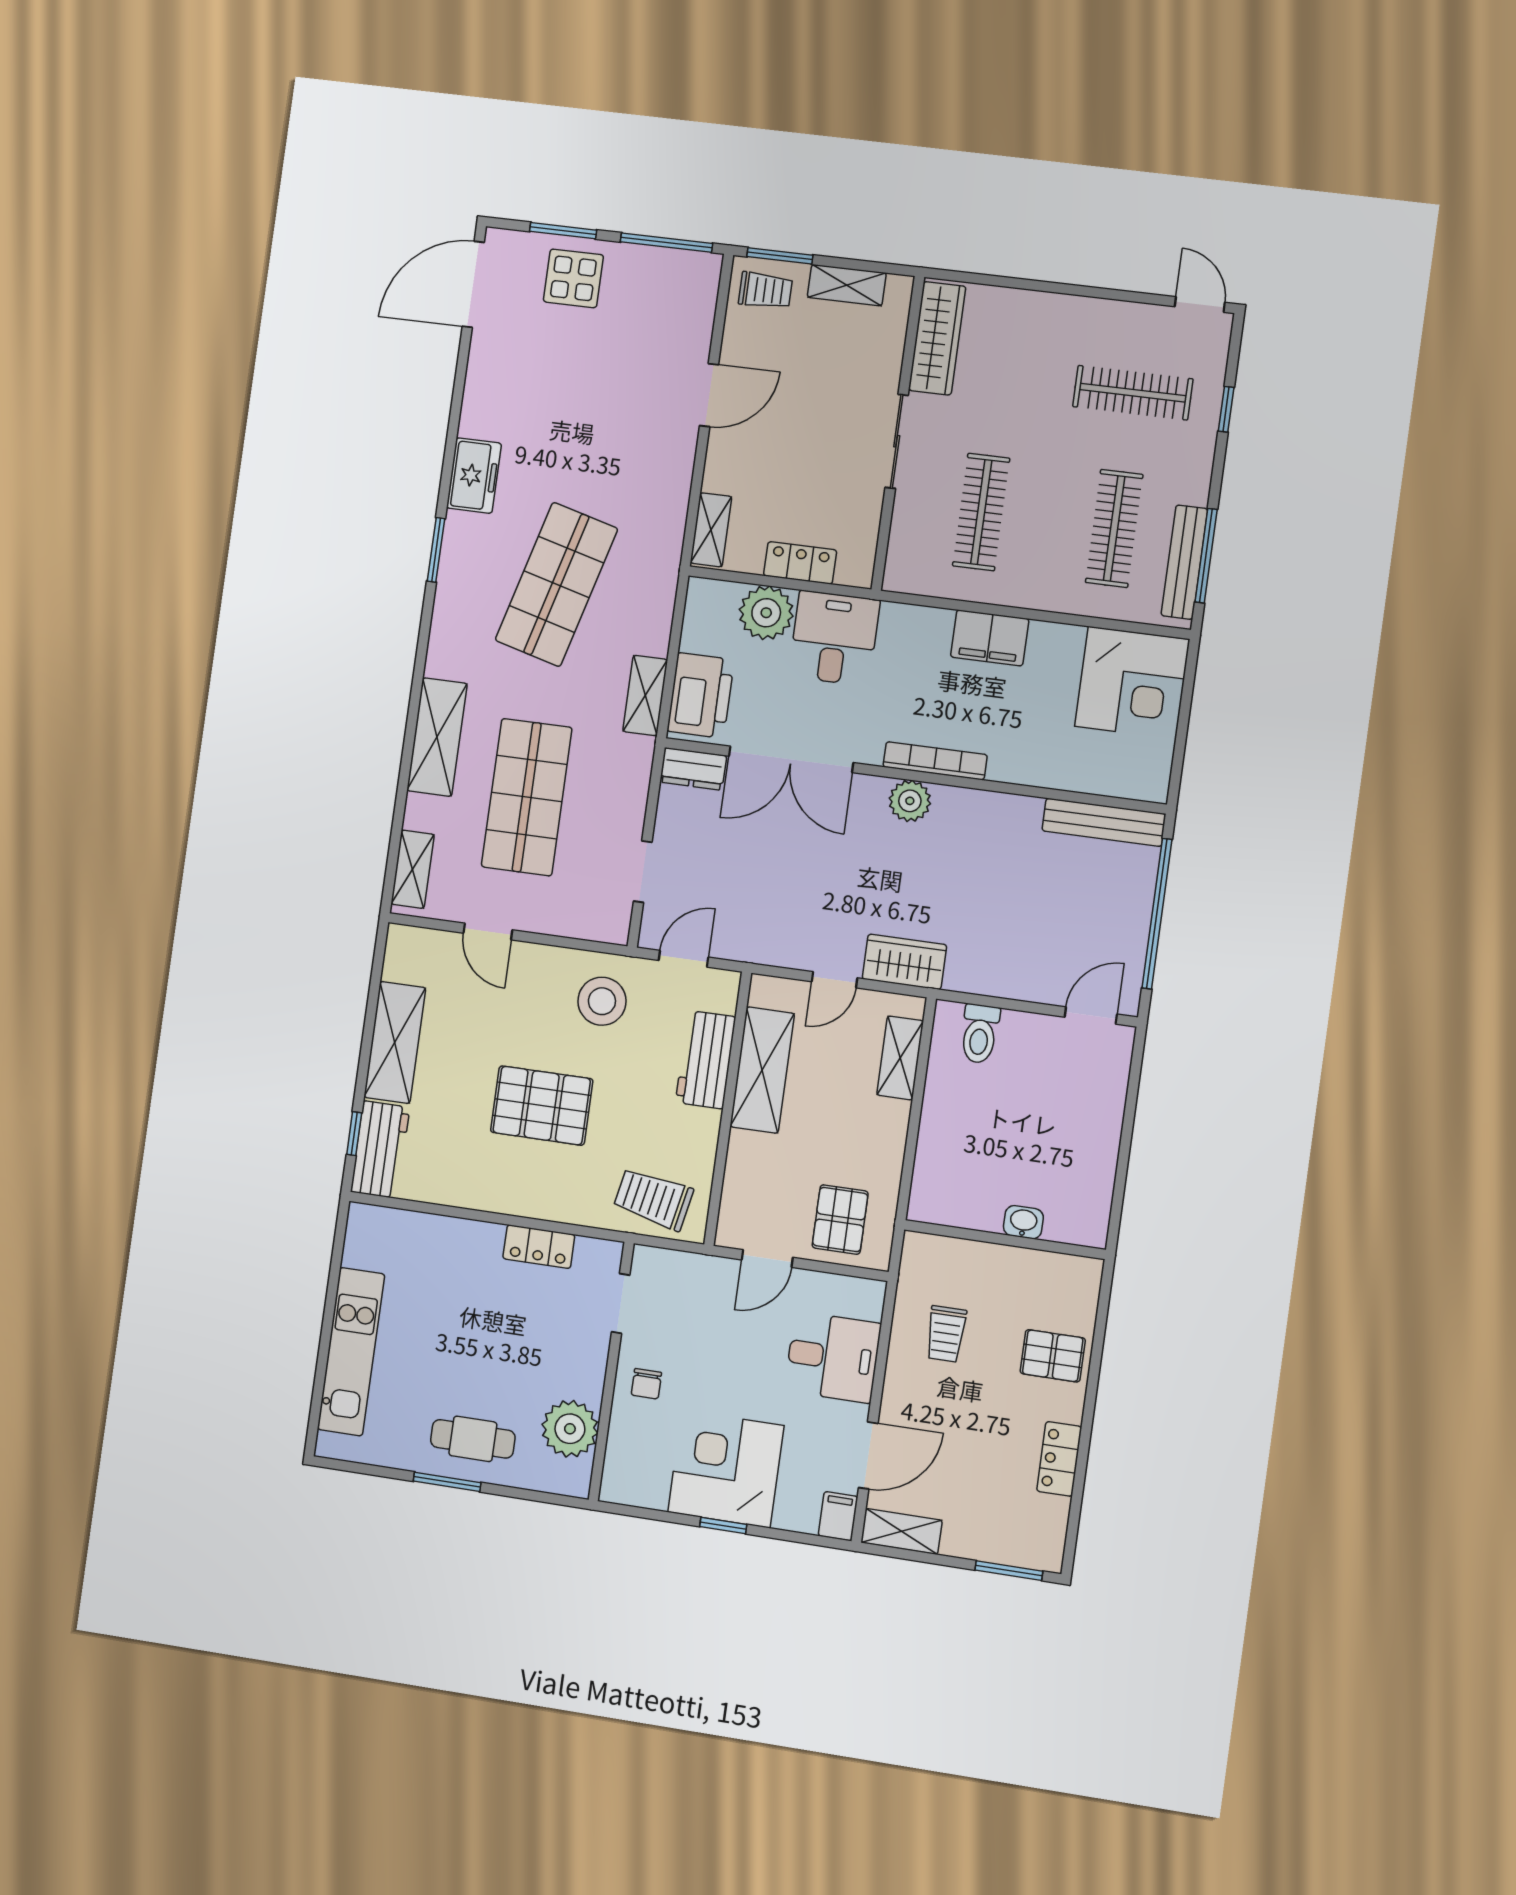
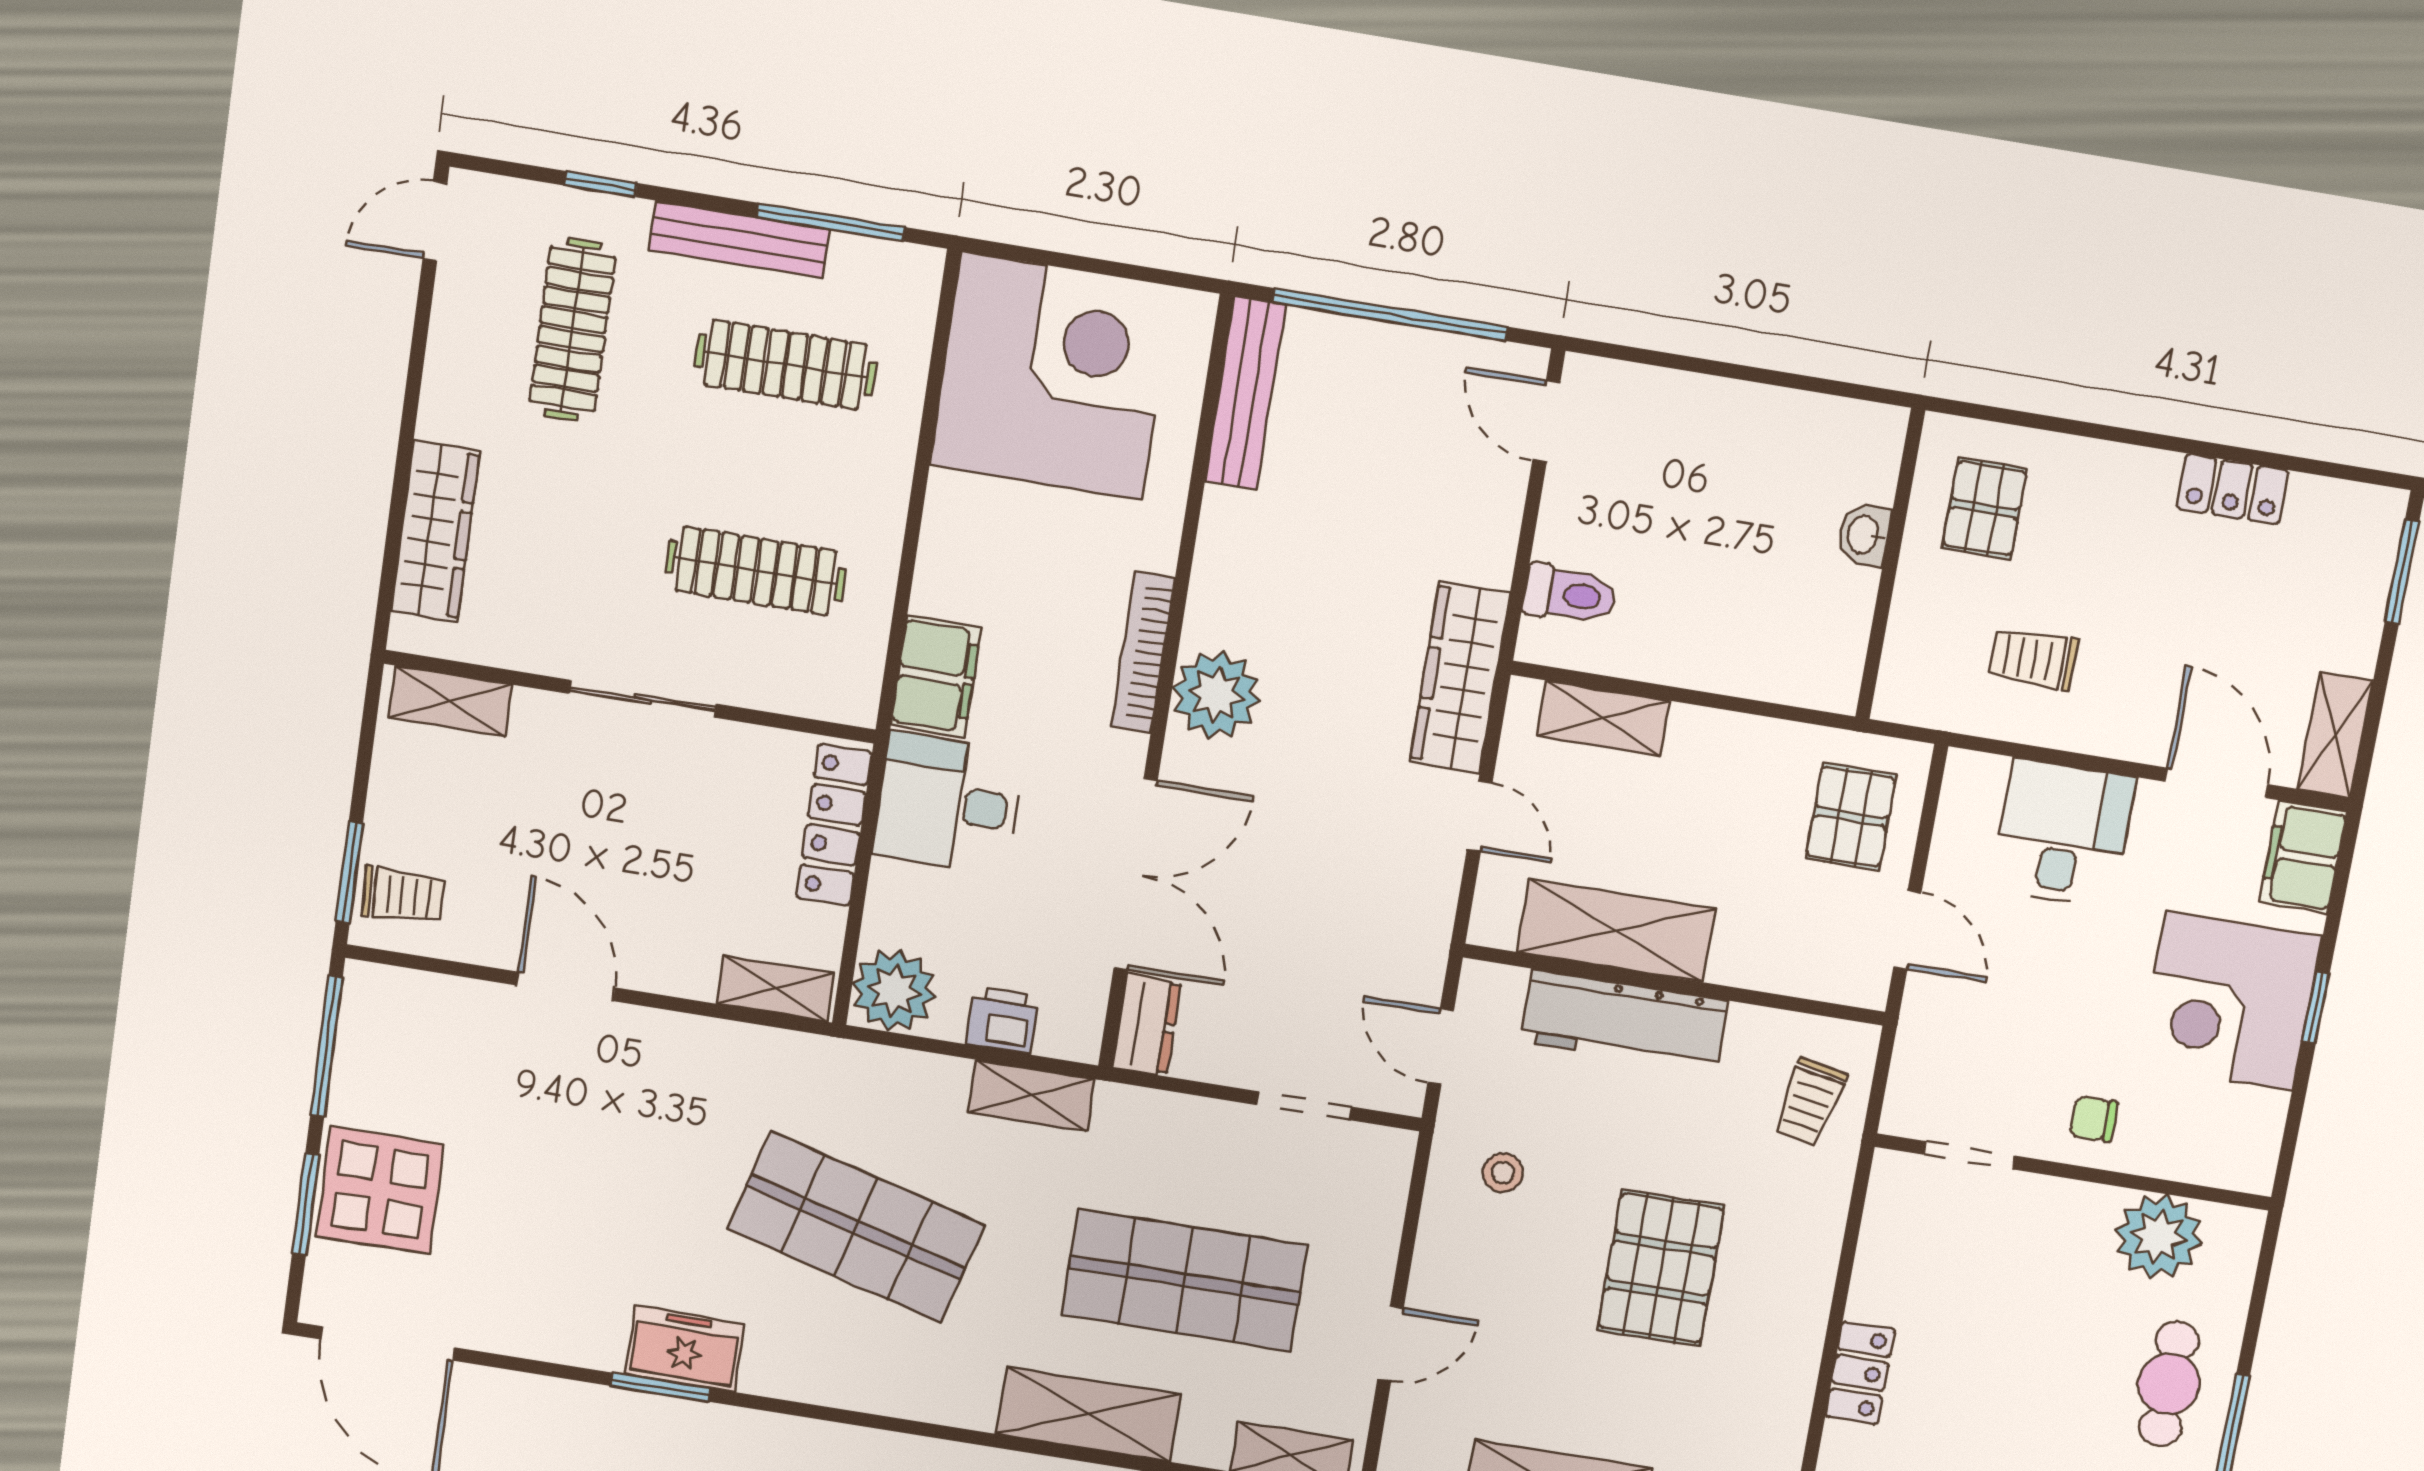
display table: (573, 278) -> (380, 1190), width x1.36, depth x1.36
shelving: (847, 285) -> (450, 701), moved, turned 90
trolley: (765, 290) -> (403, 895), turned 88
wardrobe: (937, 338) -> (435, 531), moved, turned 90
window: (436, 550) -> (660, 1387), moved
bench: (1184, 562) -> (739, 240), moved
locker: (800, 563) -> (834, 825), width x1.53
plant: (766, 613) -> (894, 990), moved
filing cabinet: (990, 638) -> (936, 676), moved
corner desk: (1132, 683) -> (1052, 376), width x1.36, depth x1.36
printer: (701, 695) -> (1002, 1020), width x0.53, depth x0.68
plant: (910, 801) -> (1216, 695), width x1.36, depth x1.36
wardrobe: (904, 962) -> (1460, 678), width x1.50
stool: (602, 1001) -> (1503, 1173), width x0.53, depth x0.53
workbench: (706, 1060) -> (1624, 1021), width x1.38
trolley: (653, 1199) -> (1810, 1102), width x0.73, depth x0.72
pallet: (840, 1220) -> (1851, 817), turned 90
locker: (539, 1247) -> (1860, 1373), moved
trolley: (946, 1334) -> (2033, 659), turned 180
pallet: (1053, 1356) -> (1985, 509), moved
chair: (646, 1384) -> (2094, 1119), turned 180
filing cabinet: (838, 1516) -> (2303, 857), width x2.00

